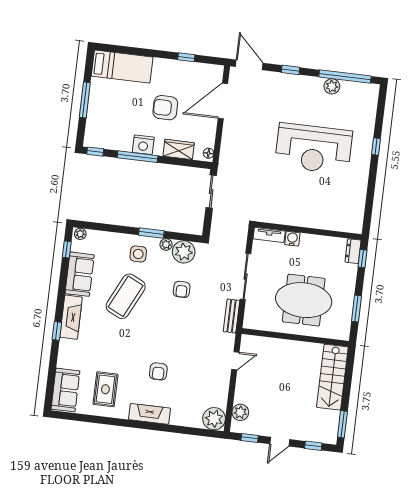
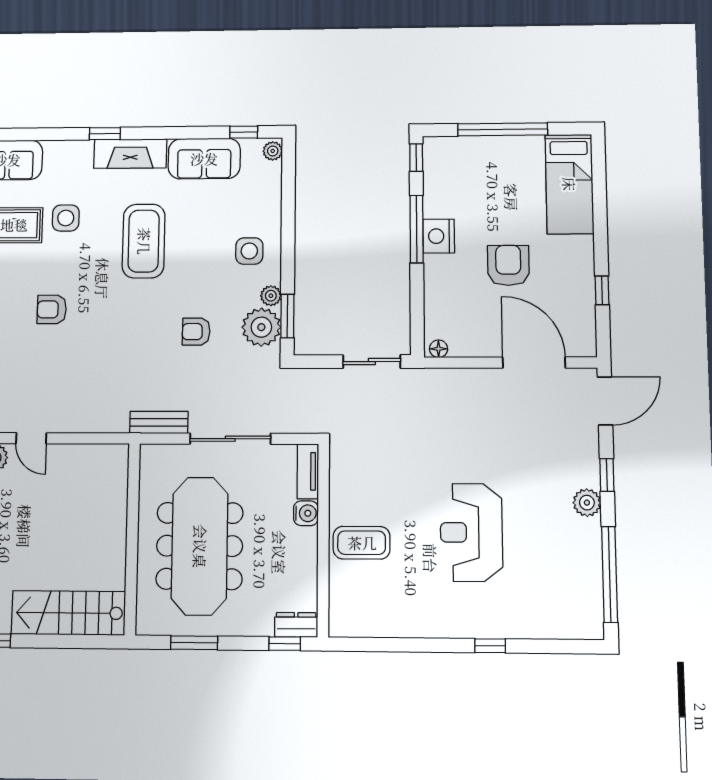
plant: (332, 86) -> (587, 503), moved
window: (85, 100) -> (503, 129), width x1.46
wardrobe: (179, 149) -> (438, 297), removed
reception desk: (314, 149) -> (471, 532), width x0.74, depth x0.77
coffee table: (312, 210) -> (362, 543), added
window: (151, 233) -> (287, 316), moved
coffee table: (126, 296) -> (144, 241), moved, turned 64
meeting table: (304, 300) -> (200, 546), width x1.36
side table: (105, 359) -> (66, 218), added
door: (235, 361) -> (31, 438), moved

